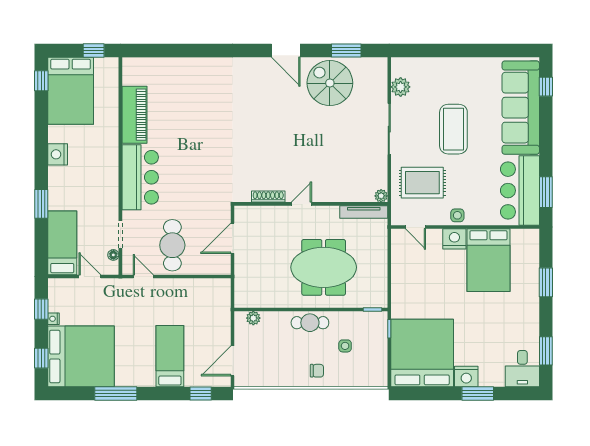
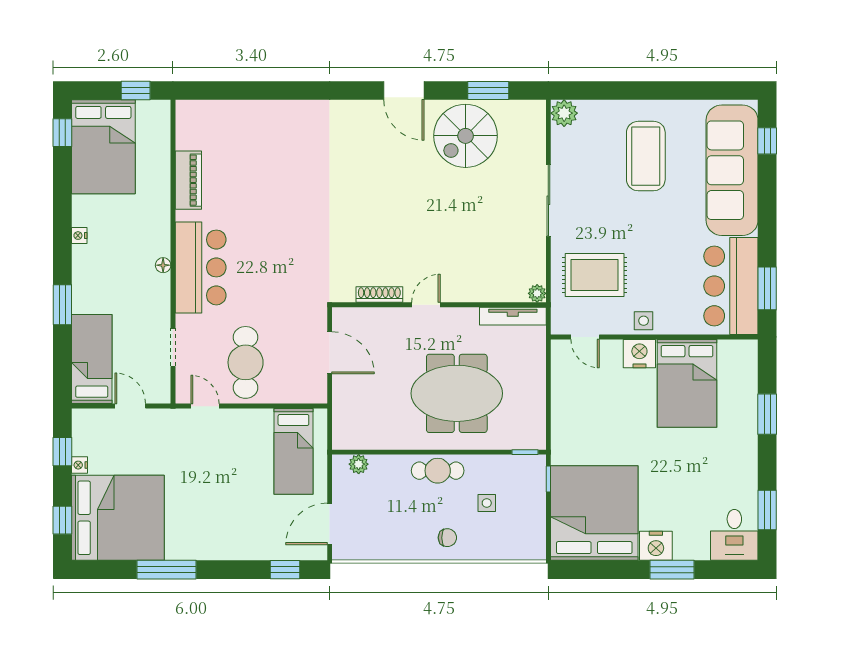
spiral stairs: (330, 83) -> (466, 136), turned -90
plant: (401, 87) -> (564, 113), moved
piano: (134, 115) -> (188, 180), width x0.73, depth x0.75
coffee table: (453, 129) -> (646, 156), moved
nightstand: (58, 154) -> (79, 236), width x0.53, depth x0.56
door: (233, 238) -> (330, 353), swing flipped
floor lamp: (113, 255) -> (163, 265), moved
bed: (170, 356) -> (293, 451), moved, turned 180

